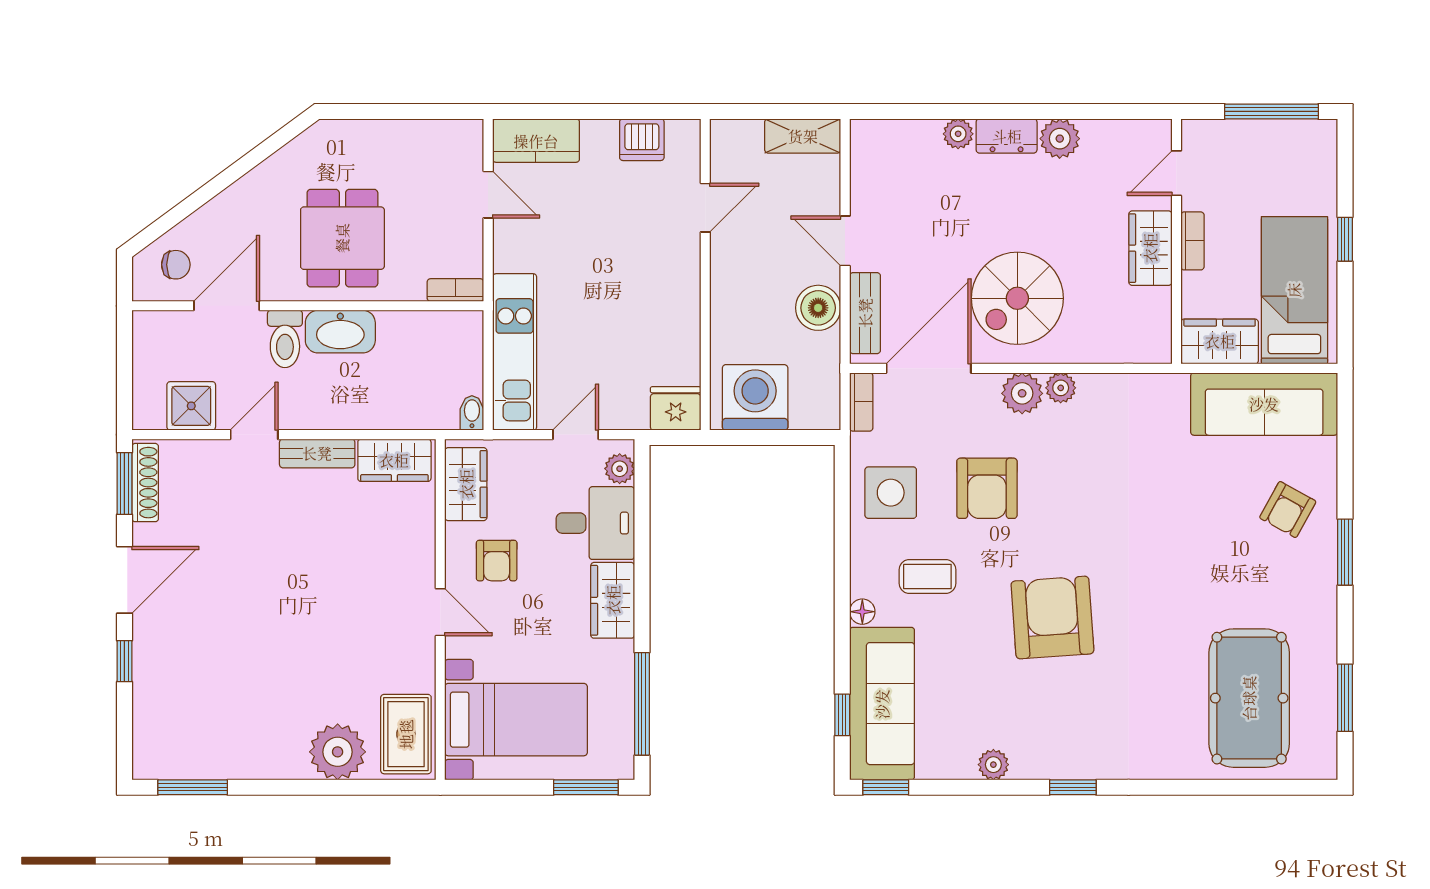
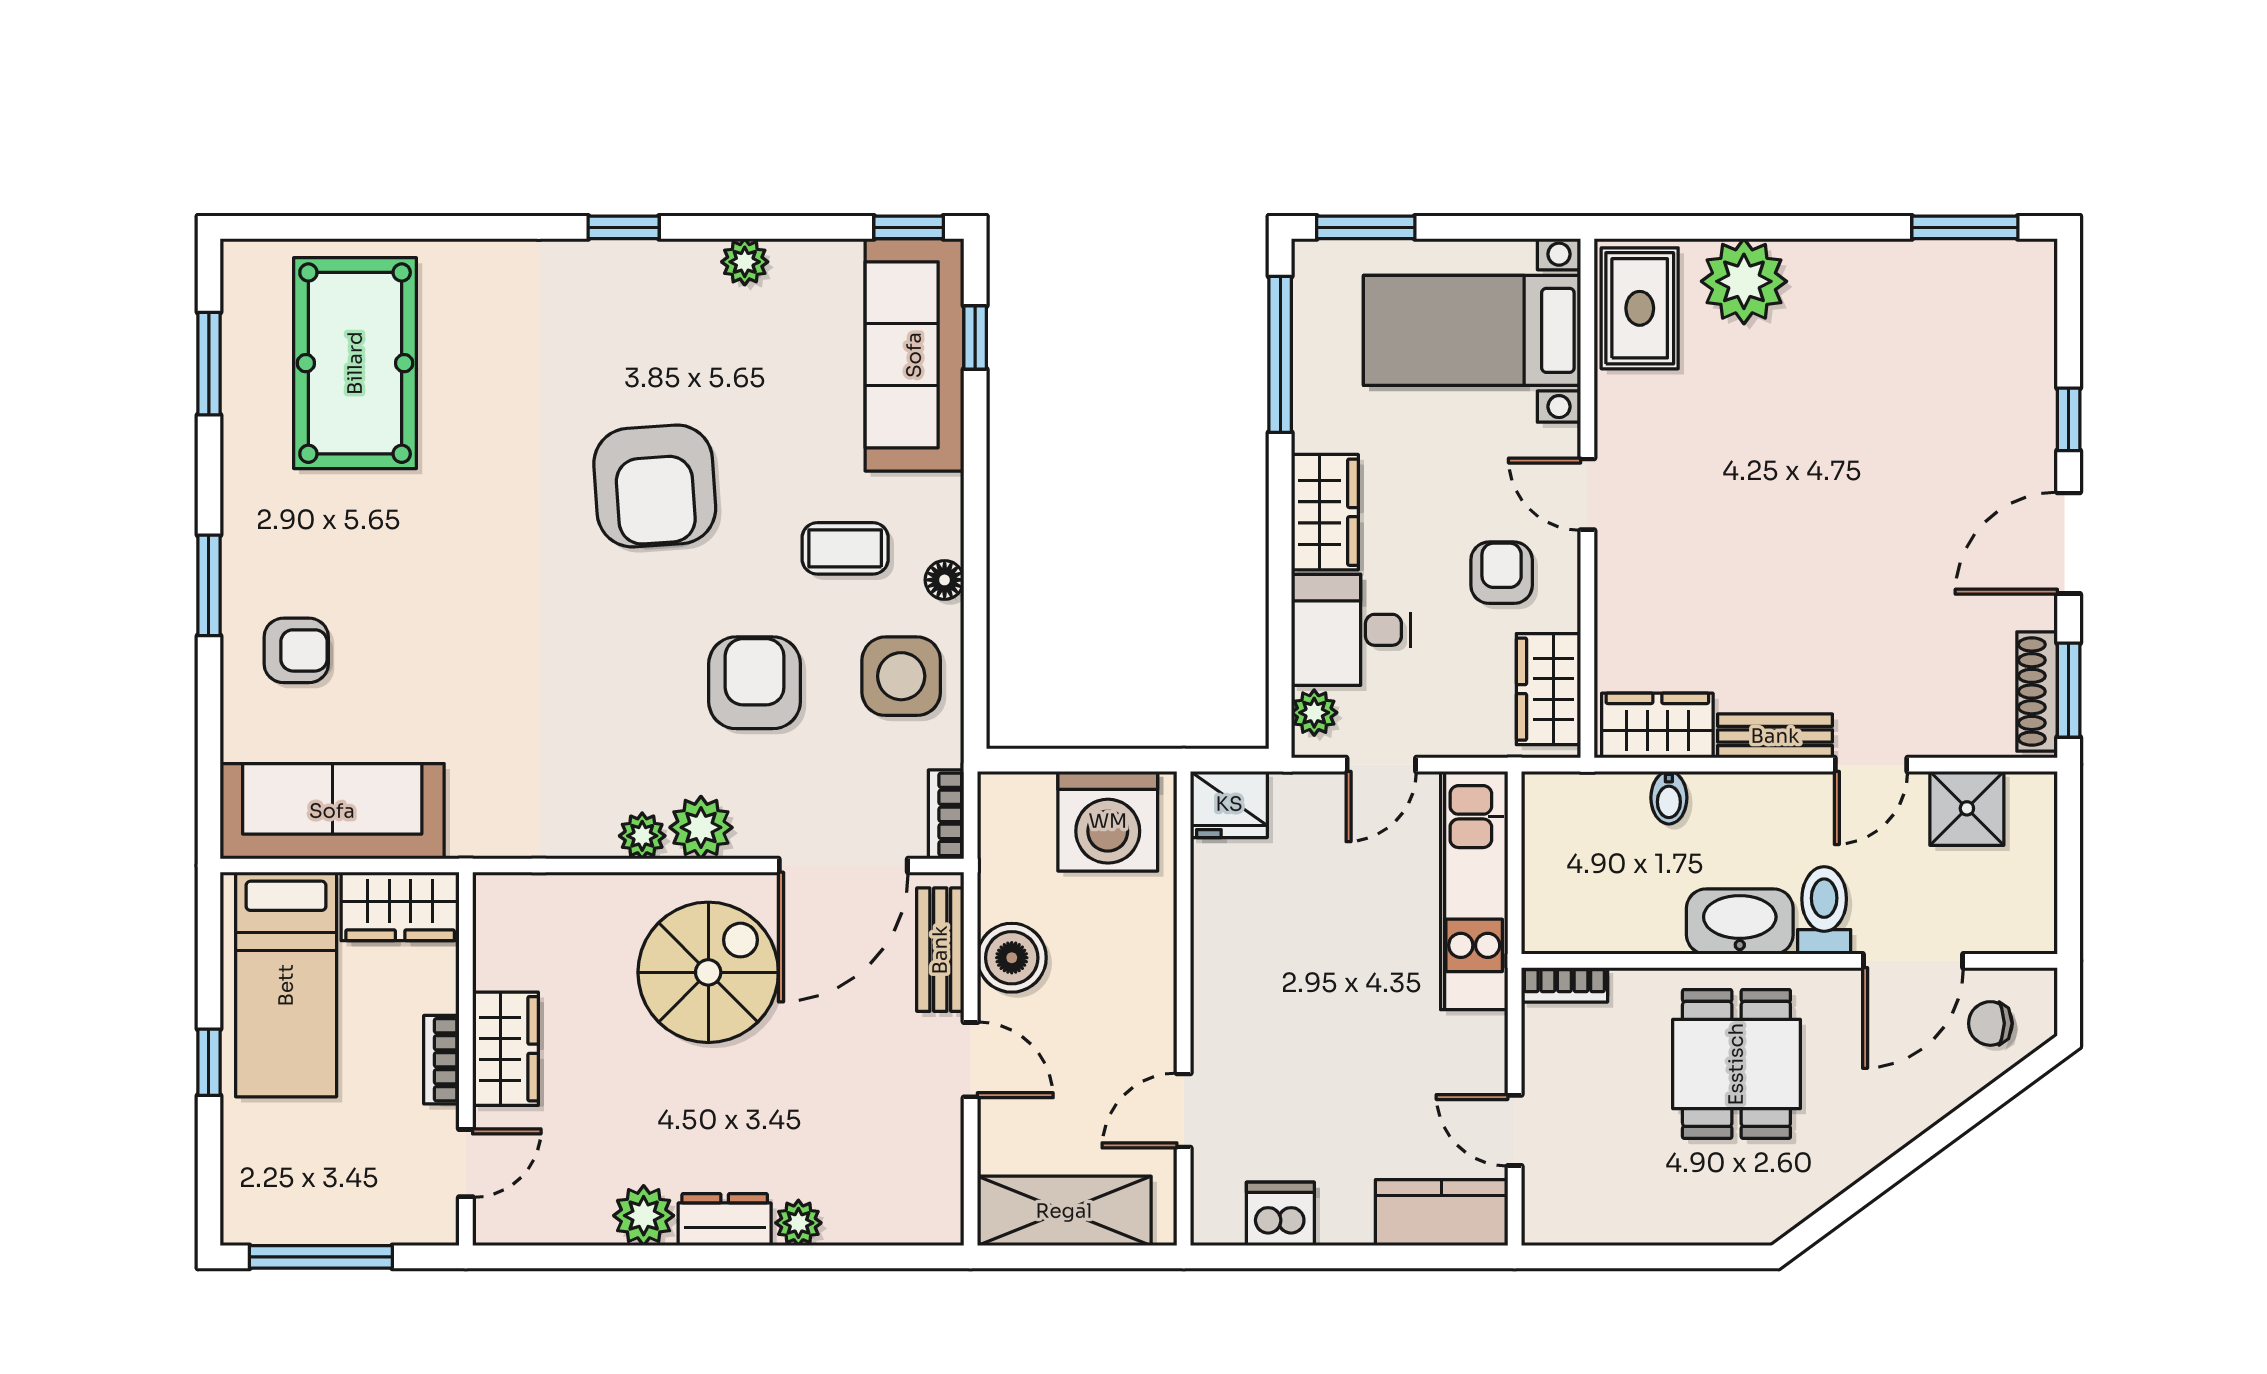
shelving: (803, 136) -> (1064, 1211), width x1.50, depth x1.33
bidet: (472, 413) -> (1669, 798), moved
armchair: (1288, 510) -> (296, 650), turned 61
floor lamp: (862, 612) -> (945, 580), moved

